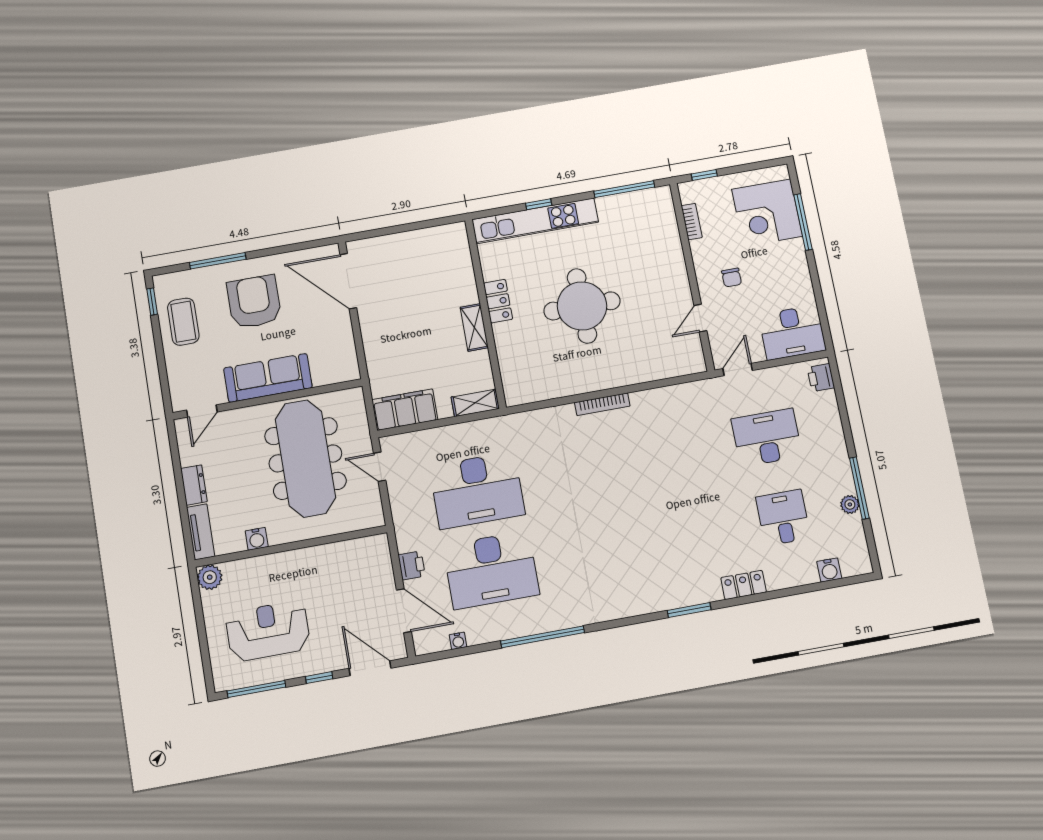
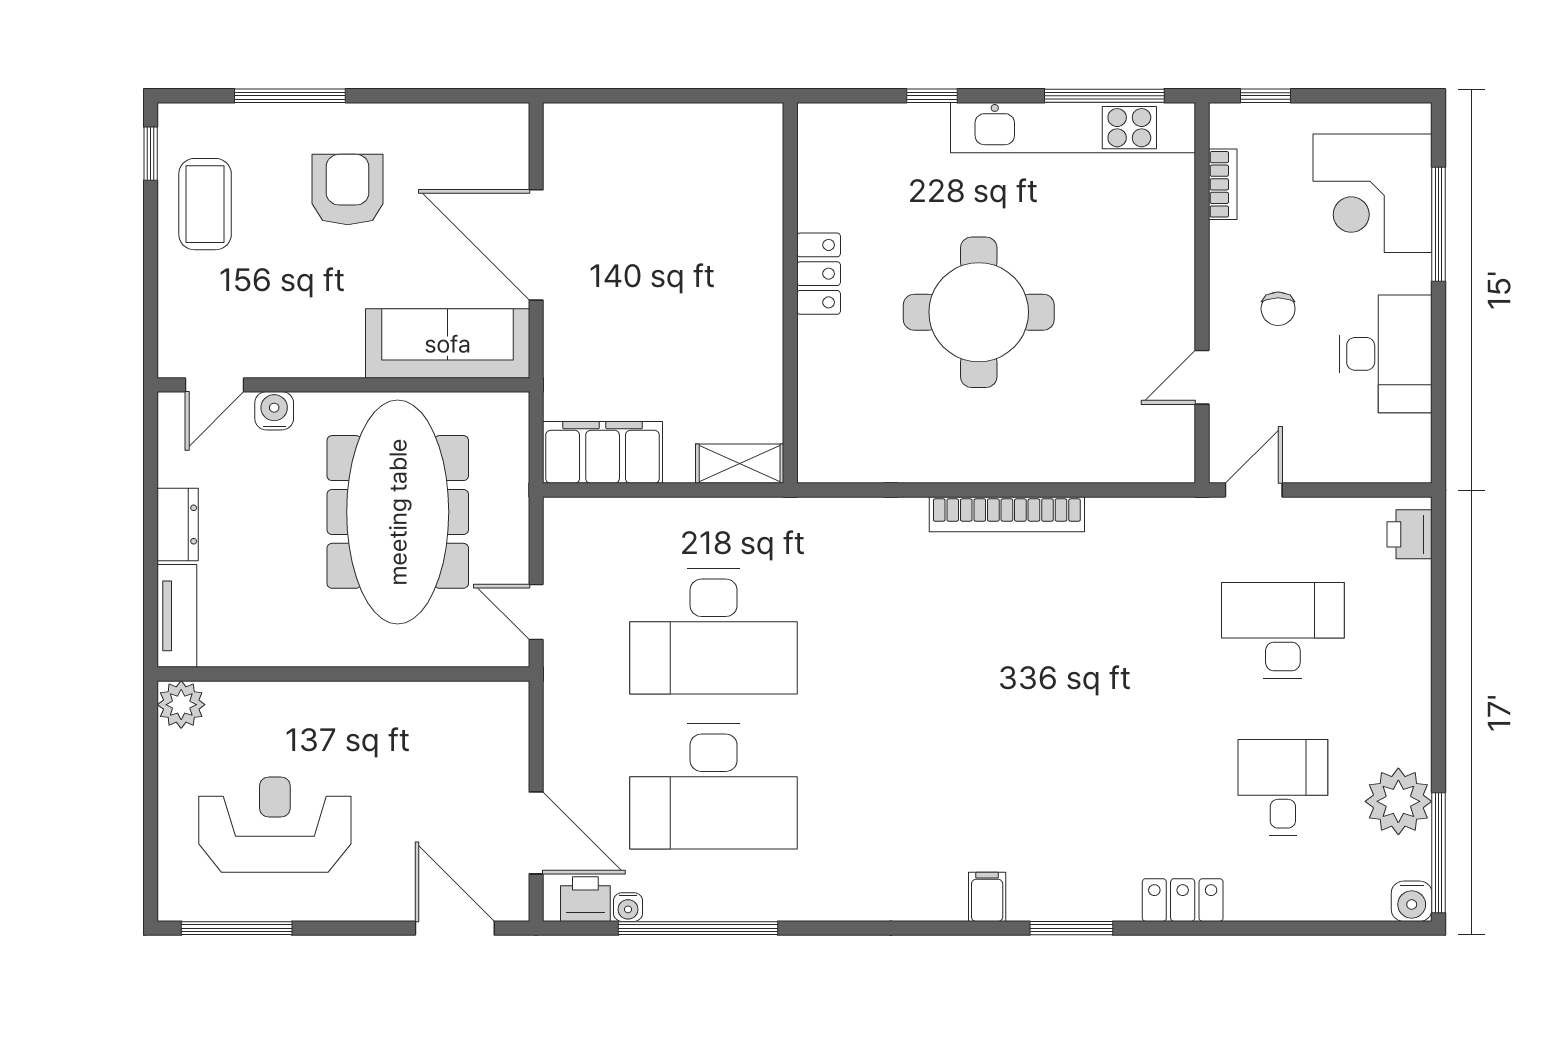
kitchen unit: (535, 221) -> (1073, 128), moved
door: (348, 281) -> (536, 245), moved
armchair: (254, 302) -> (348, 190), width x0.73, depth x0.73
shelving: (474, 327) -> (764, 317), removed
desk: (792, 332) -> (1386, 354), moved, turned -90
sofa: (268, 378) -> (448, 344), moved
bookcase: (602, 404) -> (1007, 514), width x1.48, depth x1.31
door: (380, 467) -> (536, 612), moved
window: (859, 488) -> (1439, 853), moved
plant: (850, 504) -> (1398, 801), width x1.87, depth x1.87
water cooler: (257, 539) -> (274, 411), moved, turned 180
printer: (412, 565) -> (585, 899), moved, turned -90
water cooler: (829, 570) -> (1412, 901), moved
filing cabinet: (643, 602) -> (987, 897), added
window: (542, 637) -> (698, 928), moved
window: (319, 678) -> (357, 928), removed

